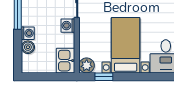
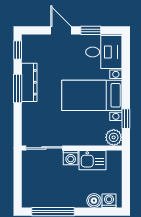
washing machine: (28, 33) -> (109, 201), moved
kitchen sink: (66, 61) -> (93, 160), moved

